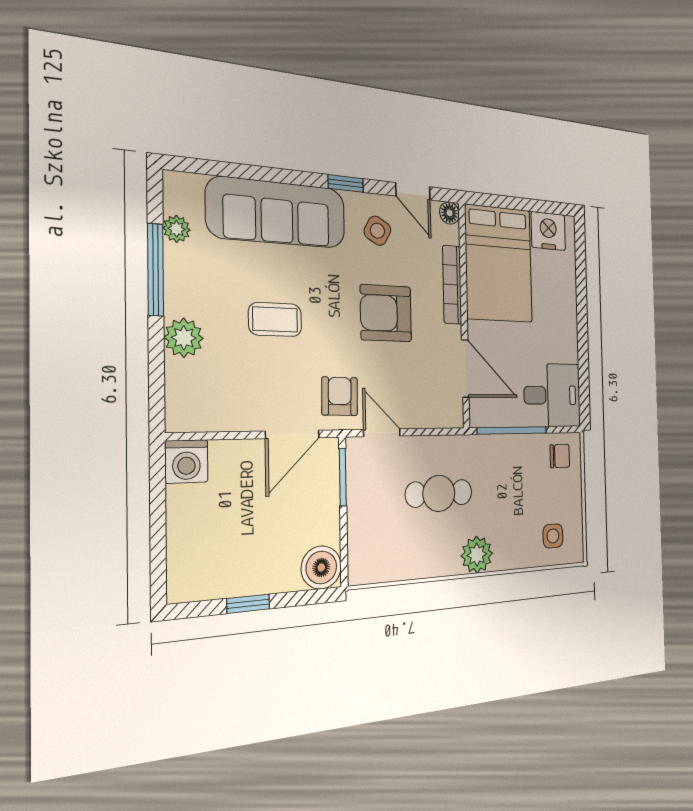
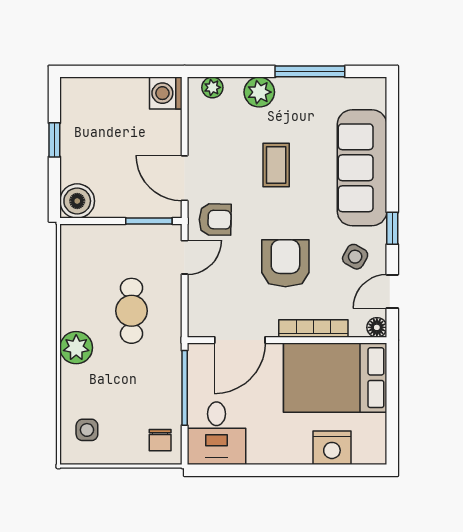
plant: (177, 229) -> (212, 87), moved
nightstand: (548, 231) -> (332, 448), moved, turned 90

